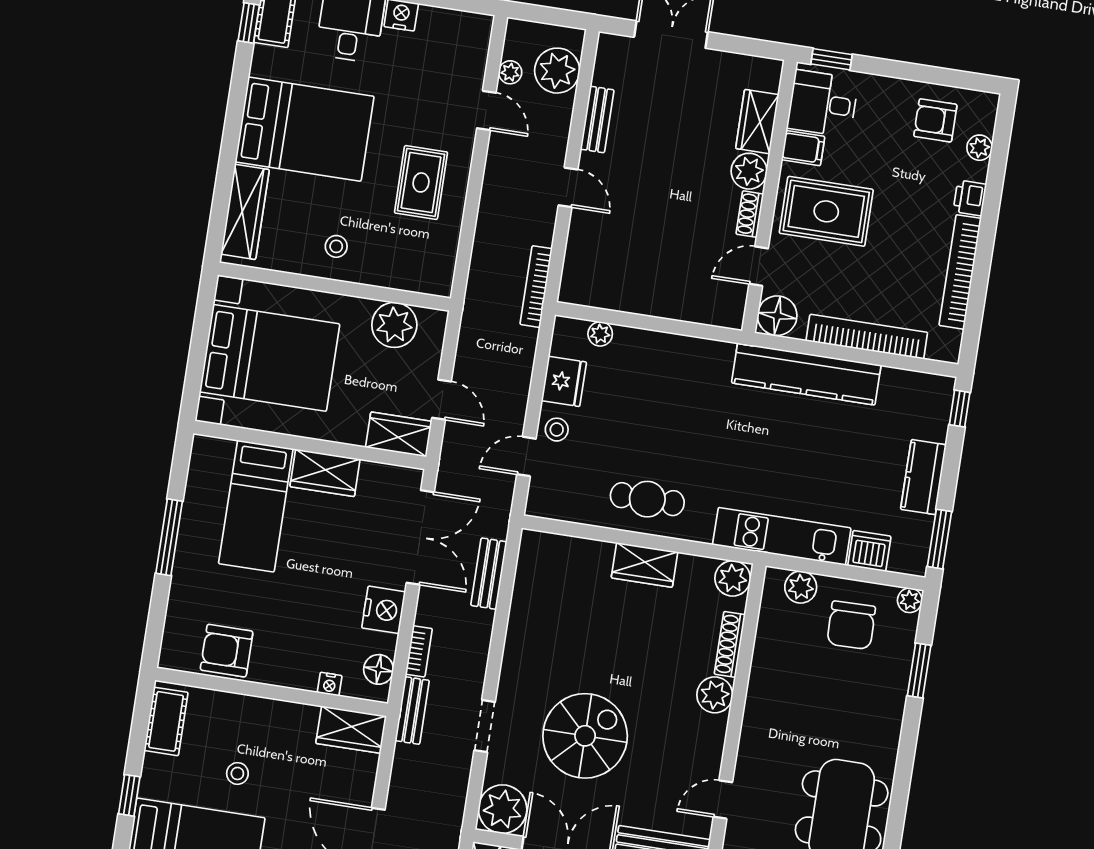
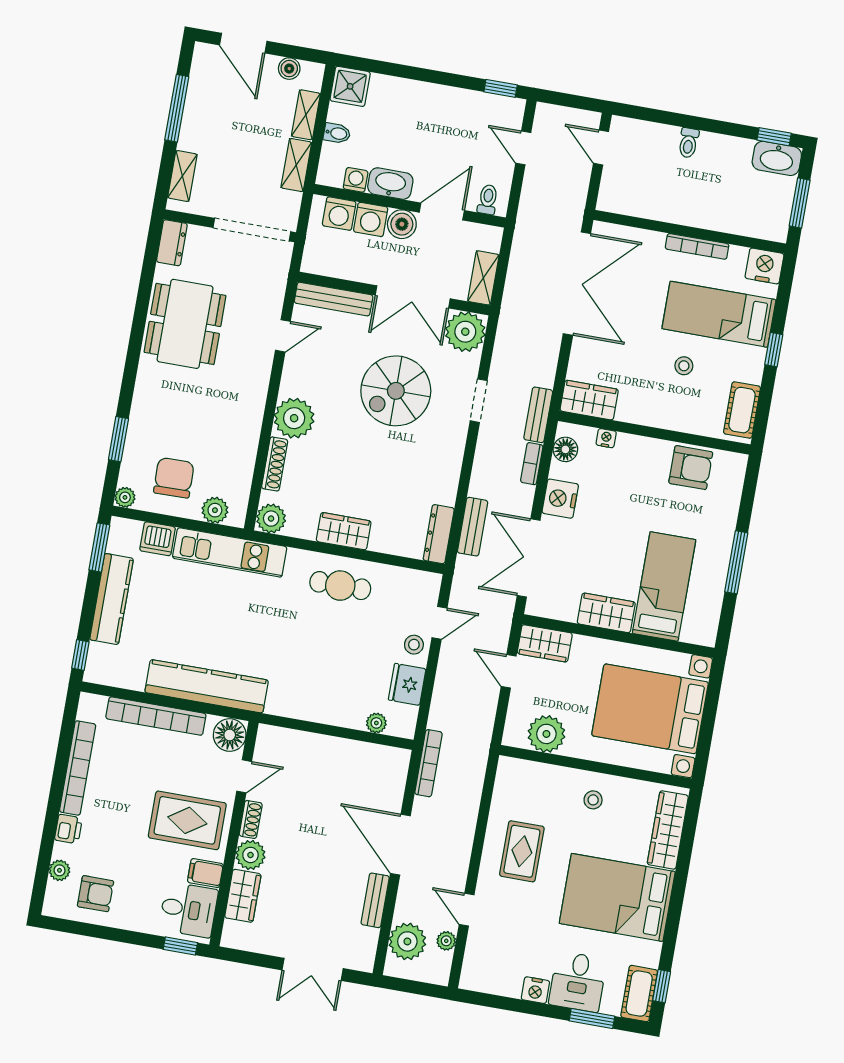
door: (568, 187) -> (400, 845), width x1.87
kitchen counter: (923, 477) -> (112, 599), width x1.50
dresser: (530, 564) -> (439, 534), added
plant: (715, 695) -> (294, 418), width x1.36, depth x1.36

